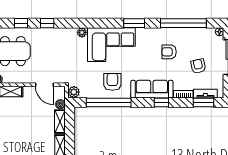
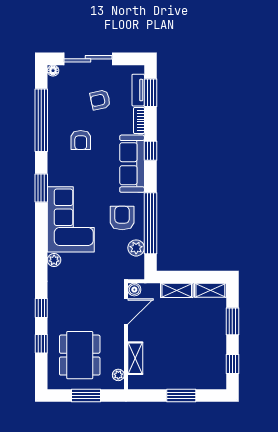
armchair: (112, 82) -> (122, 218), turned 90
plant: (74, 92) -> (136, 248), moved
boiler: (60, 104) -> (134, 290), moved

